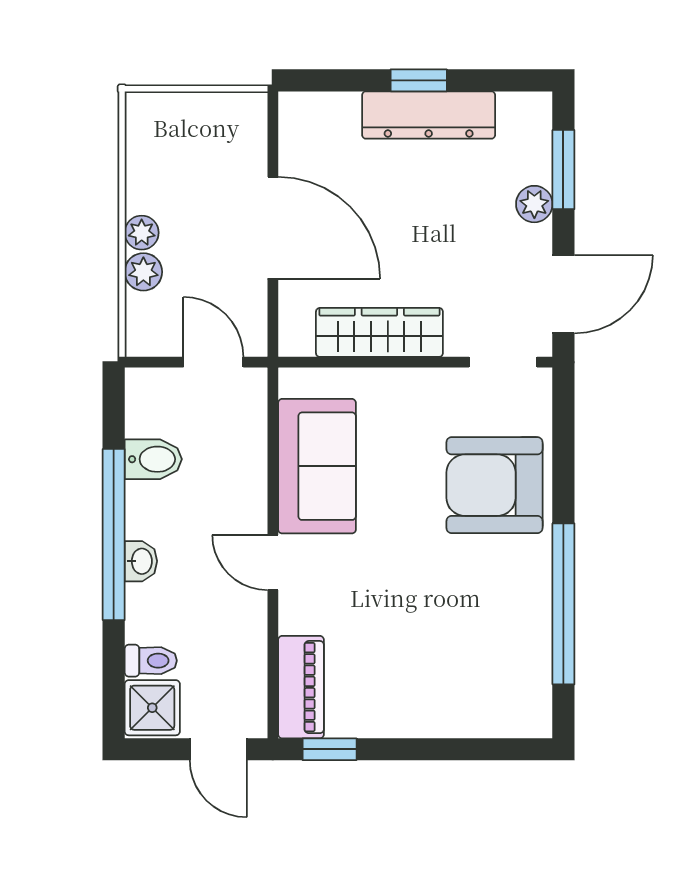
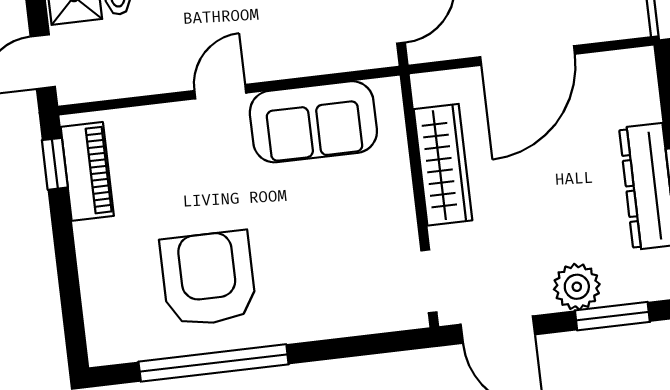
plant: (534, 204) -> (577, 287), width x1.38, depth x1.38
armchair: (494, 485) -> (208, 279), moved
piano: (301, 687) -> (87, 171), moved, turned -90

